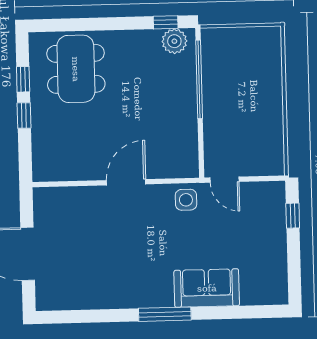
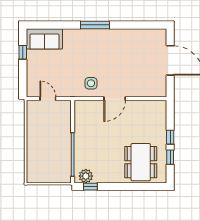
door: (224, 180) -> (48, 99), moved
side table: (186, 200) -> (91, 83), moved
window: (293, 216) -> (23, 52), moved
sofa: (207, 288) -> (44, 39), moved

